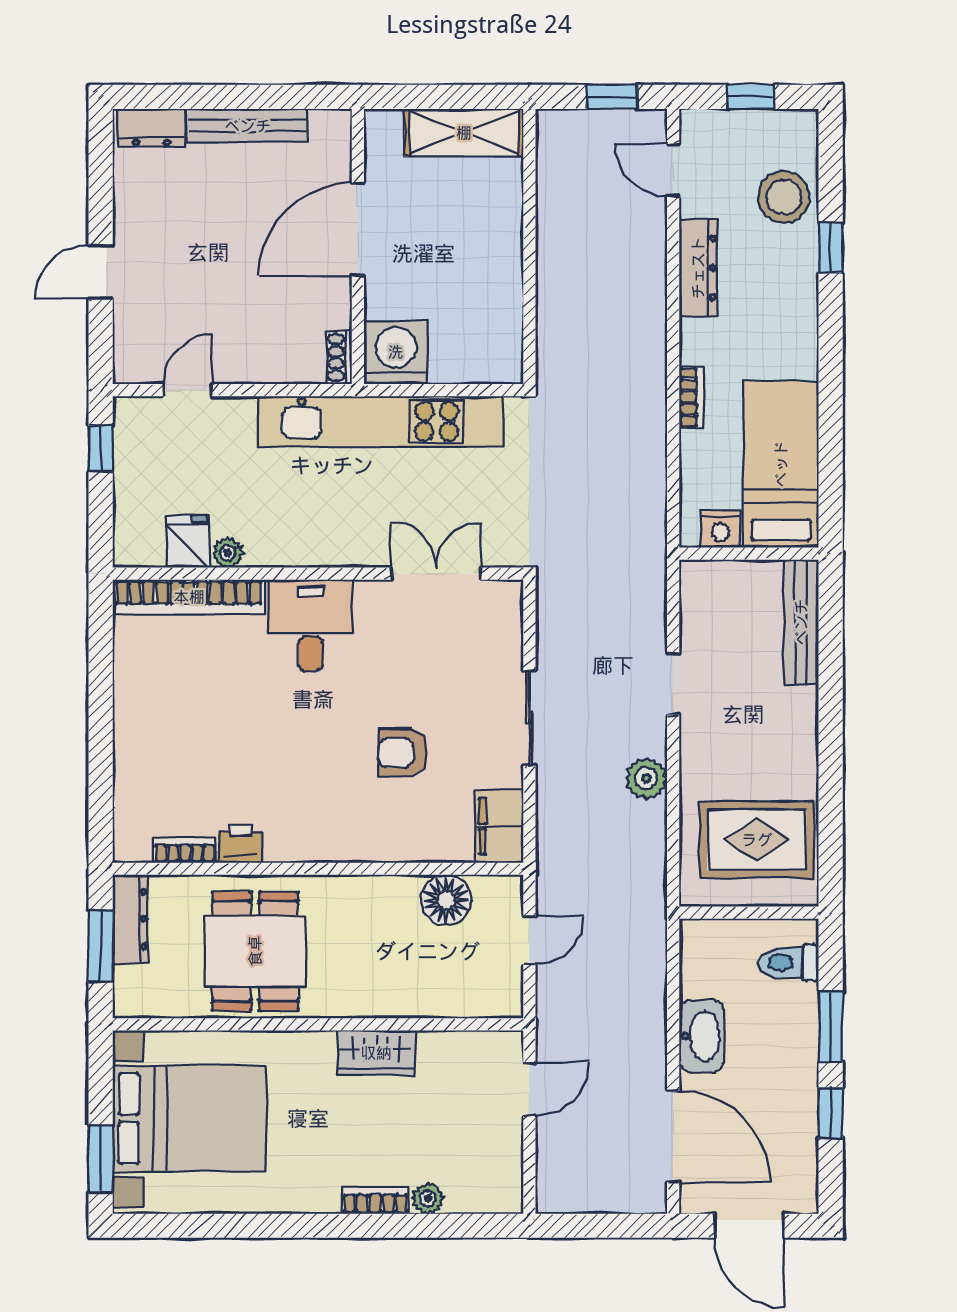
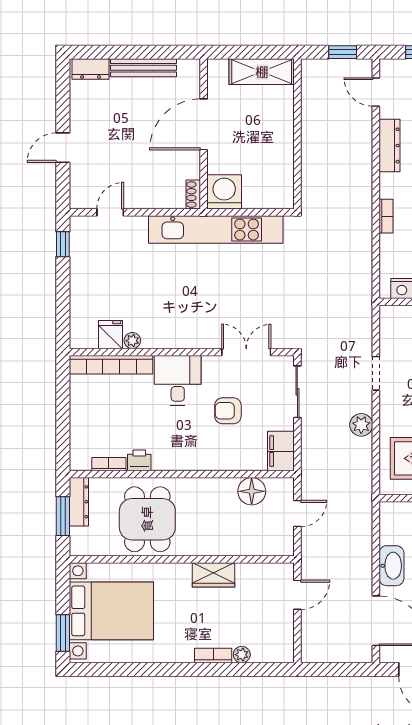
fridge: (188, 542) -> (111, 335), moved
plant: (228, 553) -> (132, 341), moved
wall: (318, 574) -> (182, 352), moved
double door: (436, 574) -> (246, 352), moved
bookcase: (189, 597) -> (111, 365), moved
desk: (311, 625) -> (178, 380), moved

